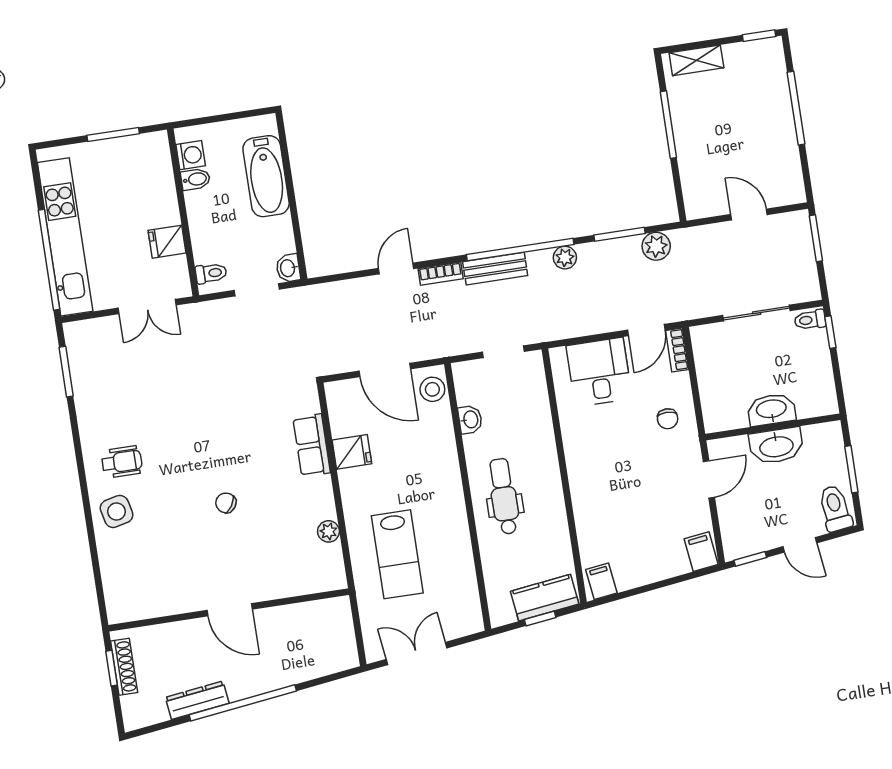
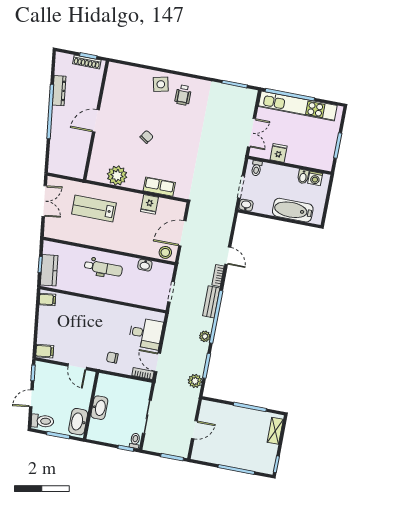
double door: (147, 307) -> (252, 133), swing flipped
washbasin: (776, 446) -> (78, 422), moved
plant: (328, 531) -> (117, 176), width x1.88, depth x1.88

